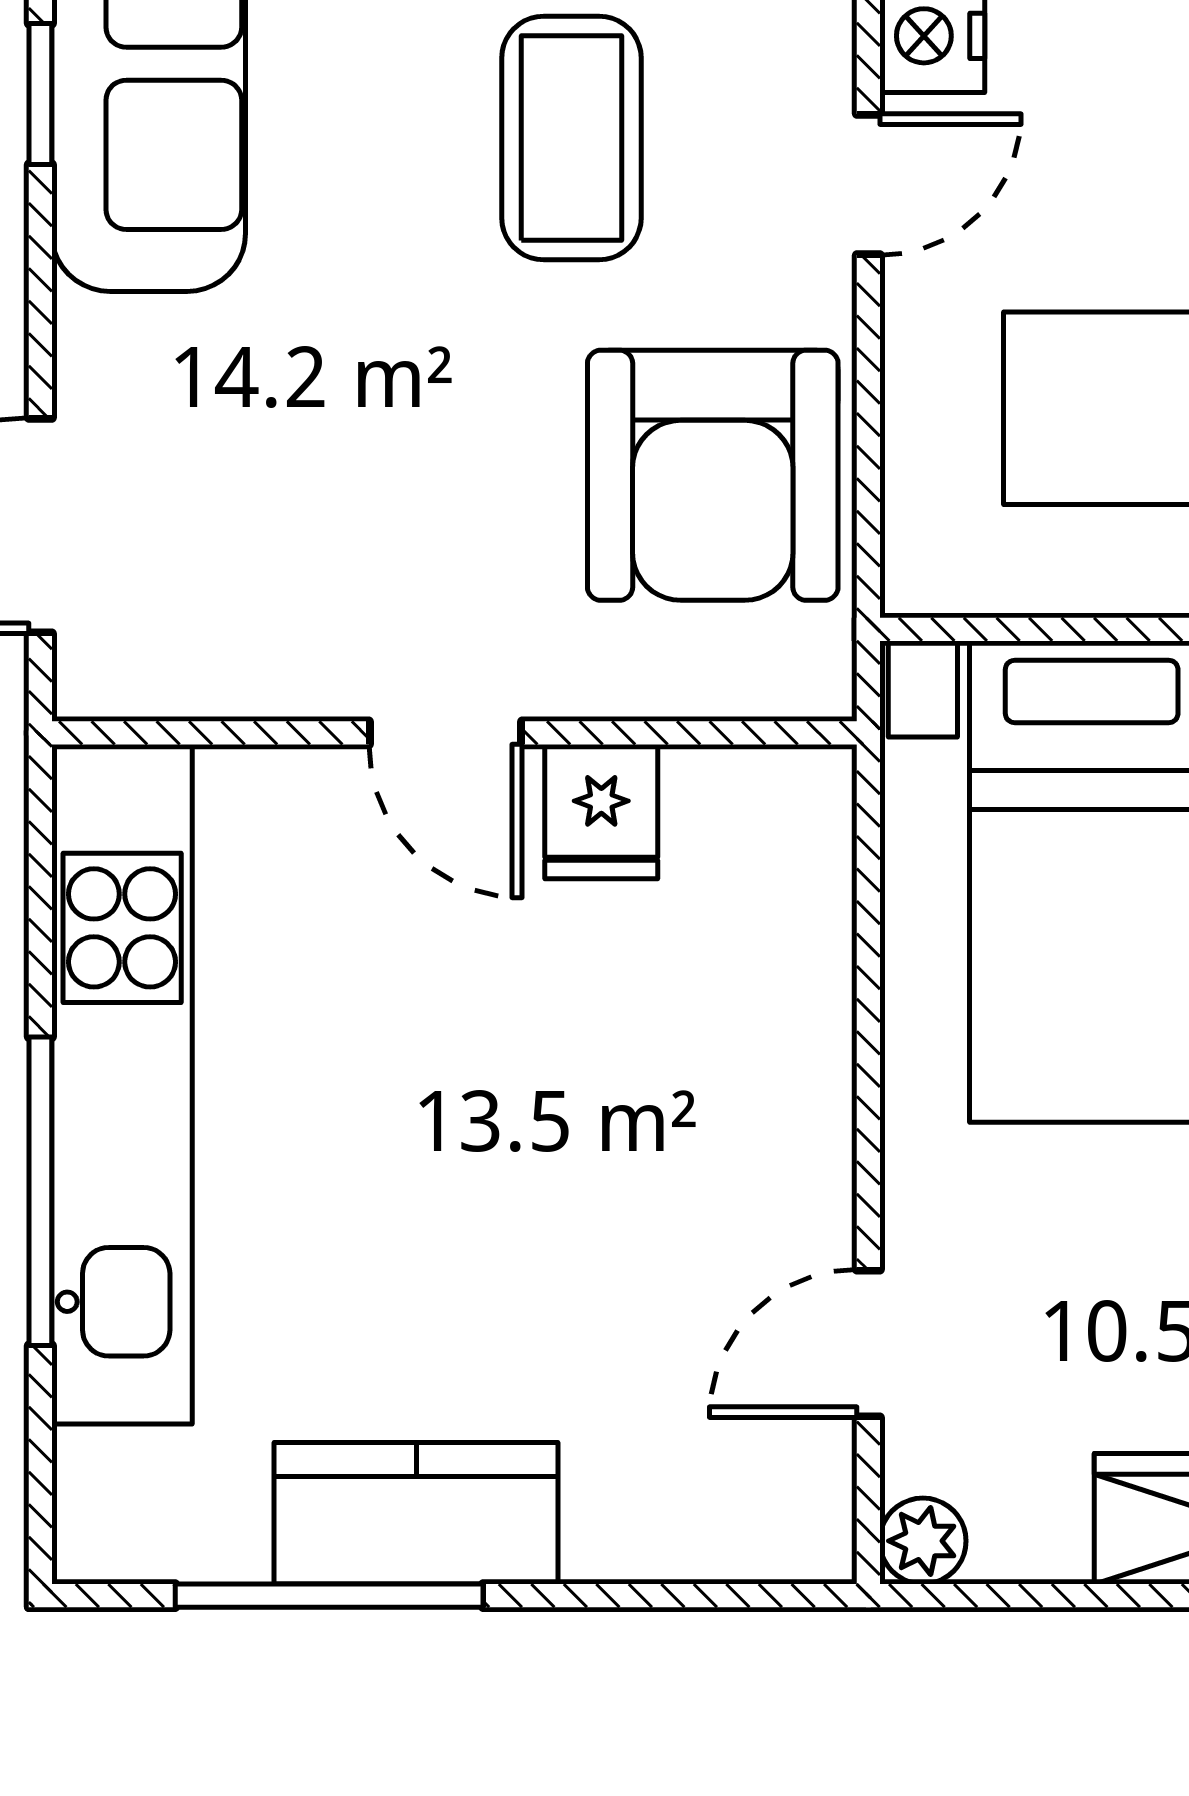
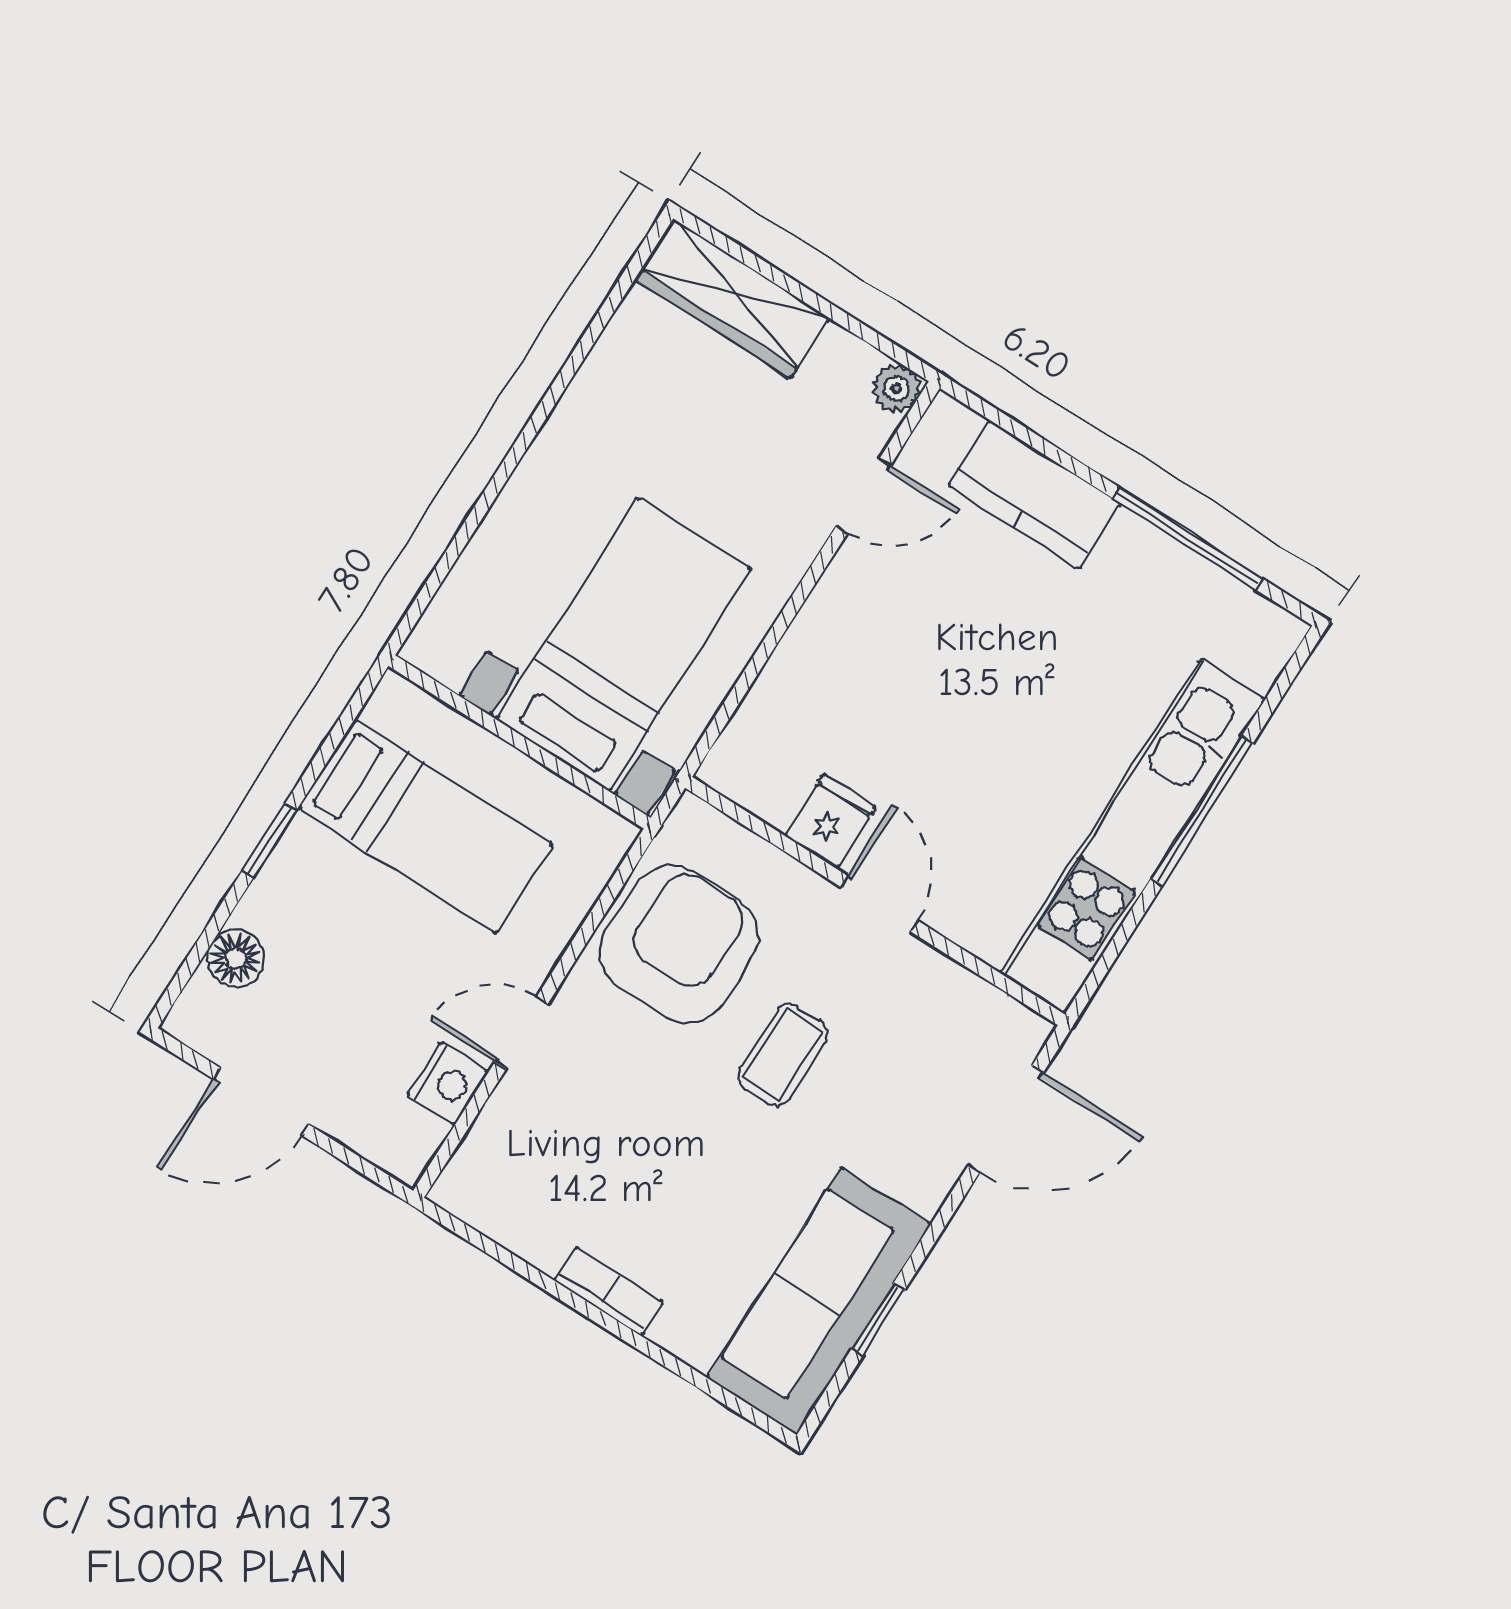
coffee table: (571, 138) -> (783, 1055), moved, width x0.73, depth x0.77
kitchen counter: (416, 1513) -> (1034, 494), moved

